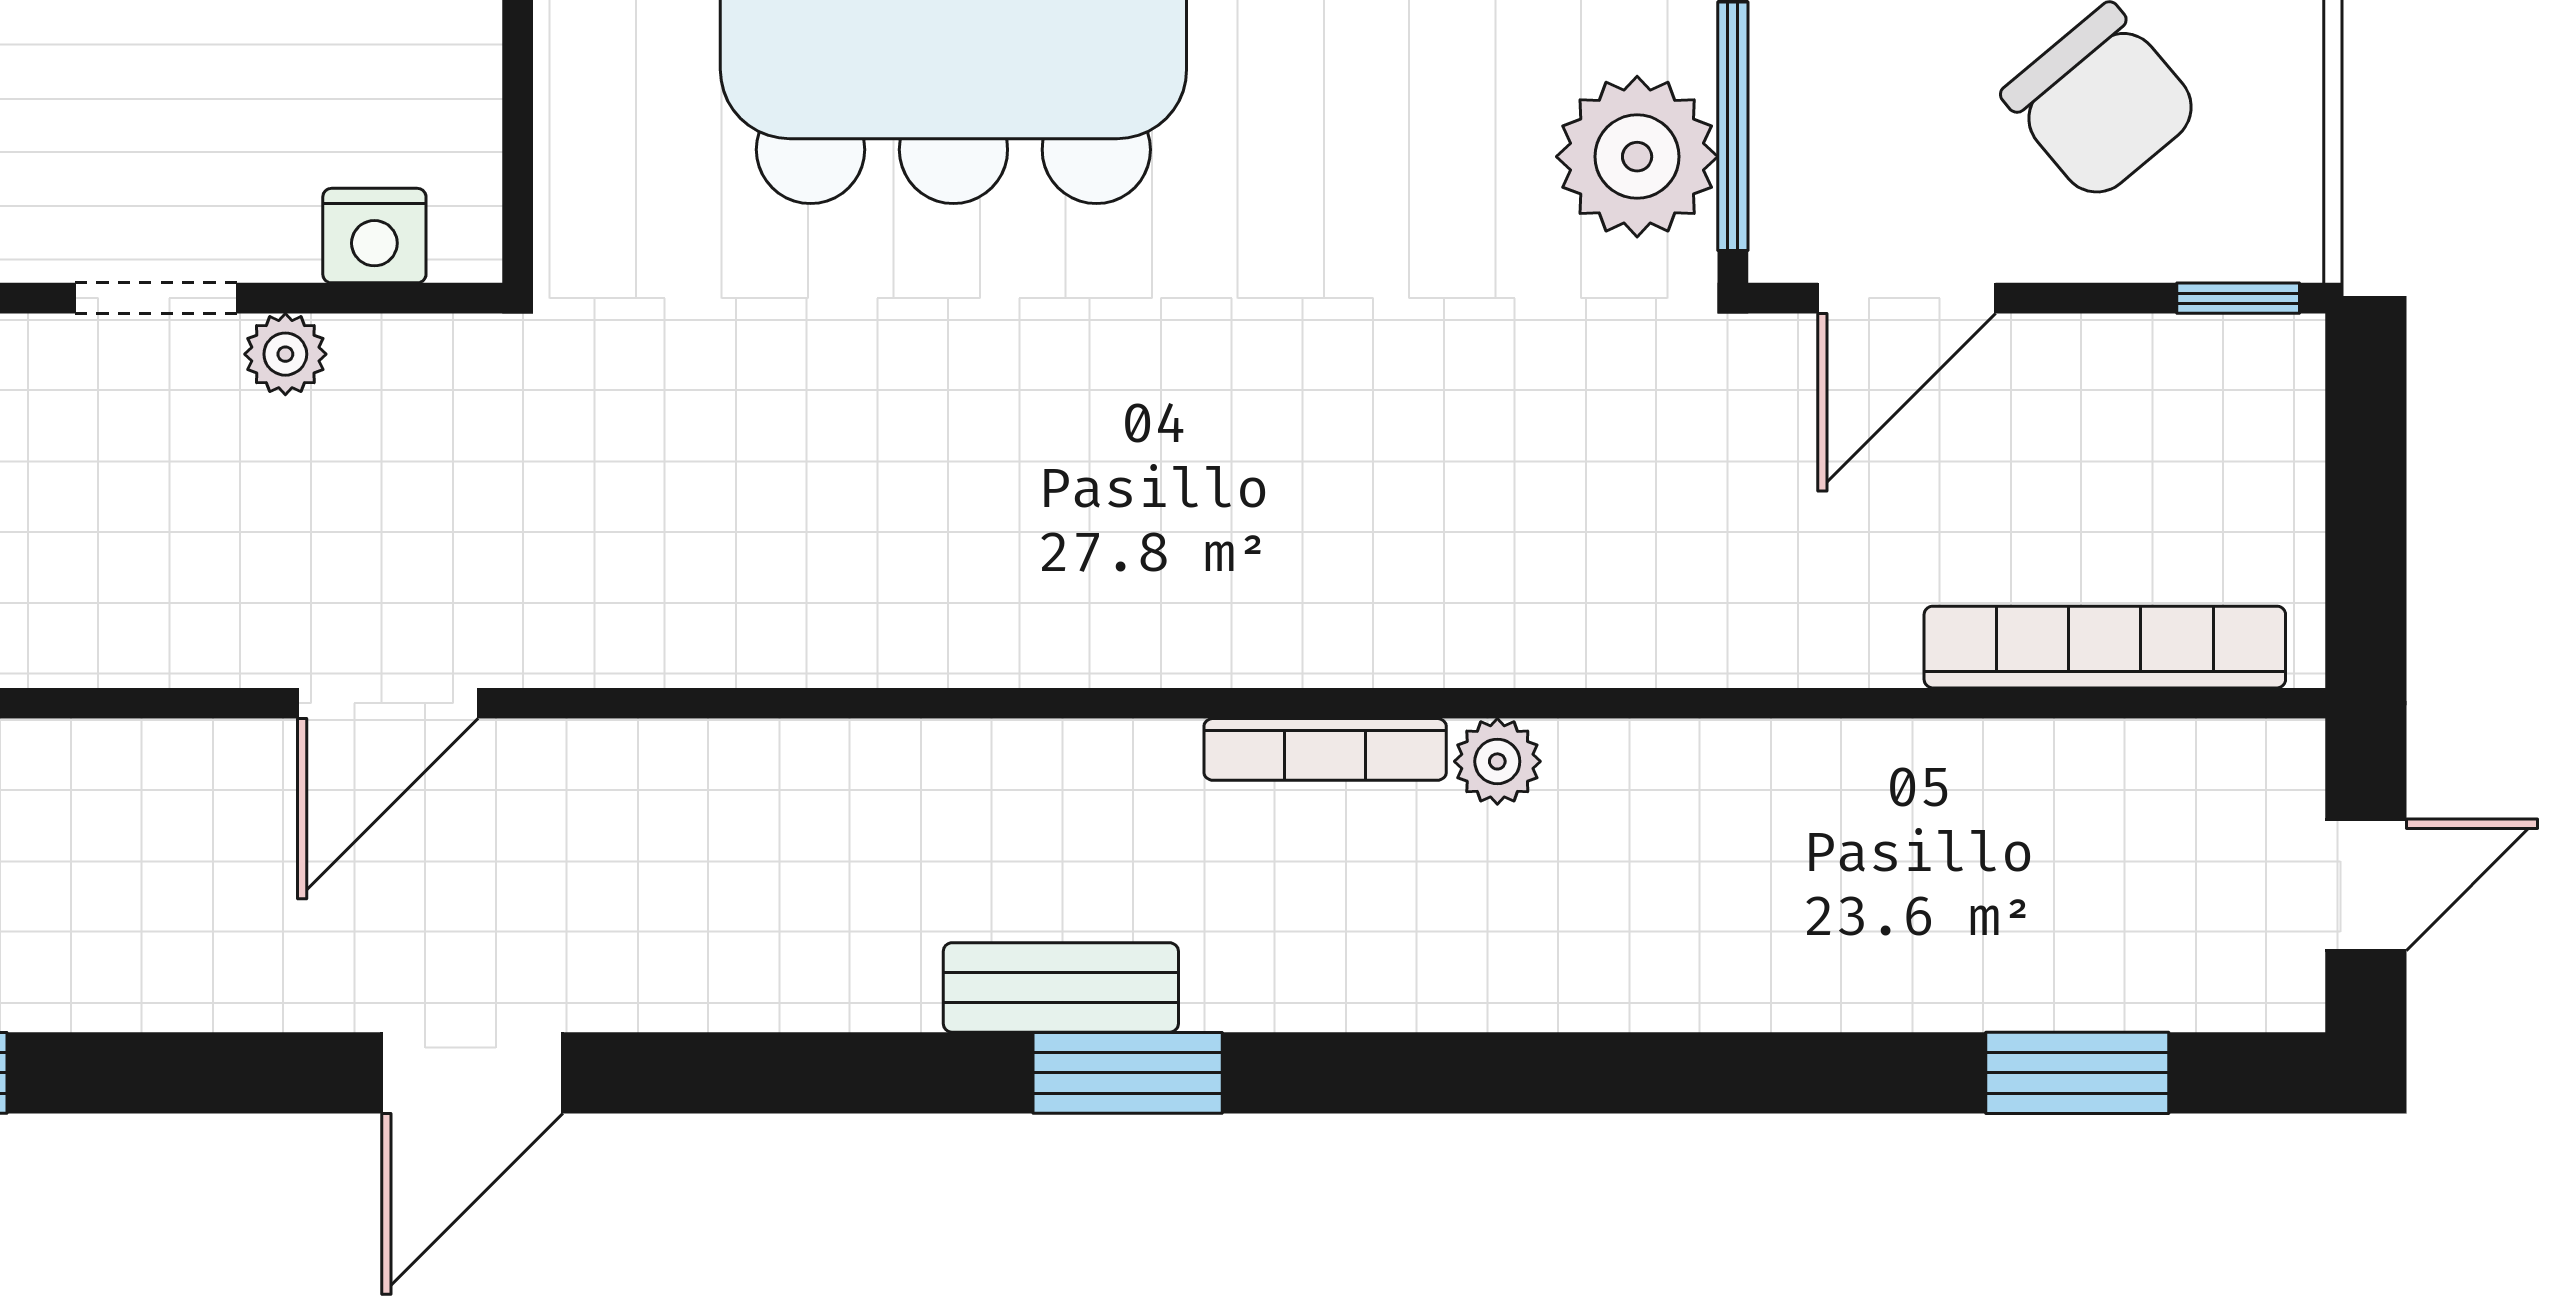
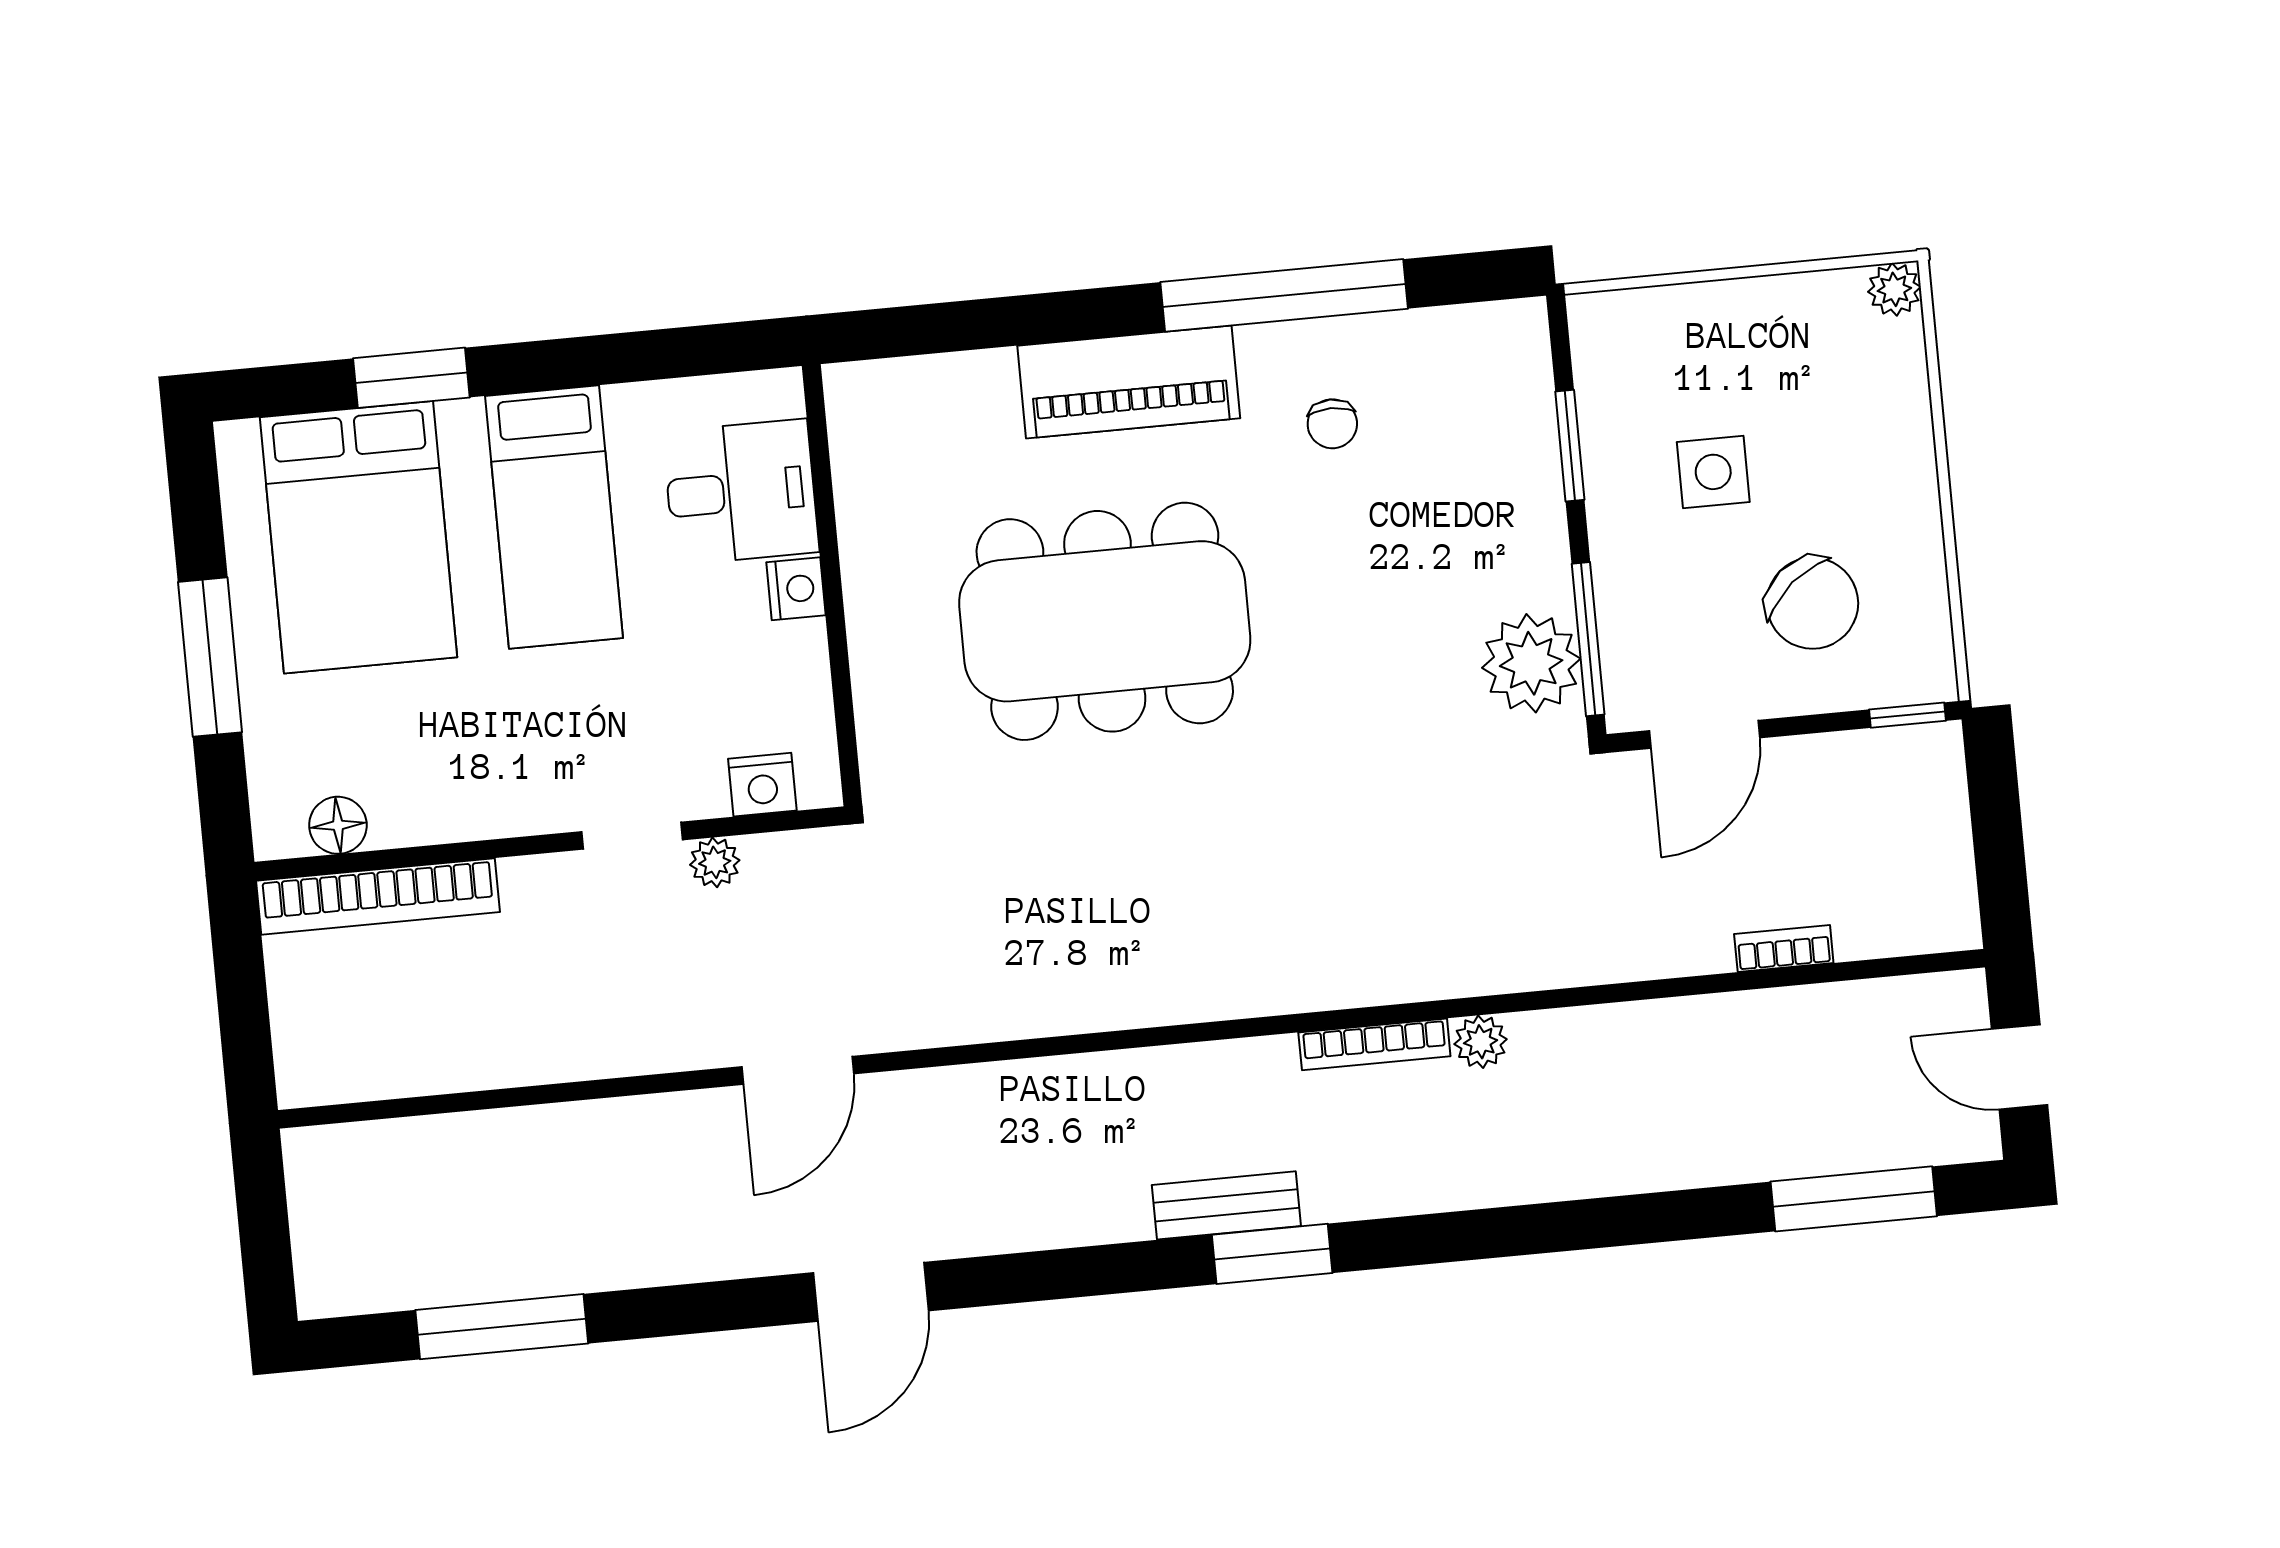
bookcase: (2105, 647) -> (1784, 948), width x0.43, depth x0.76
door: (2366, 885) -> (2020, 1067), swing flipped
window: (2077, 1073) -> (1854, 1199), width x1.44

